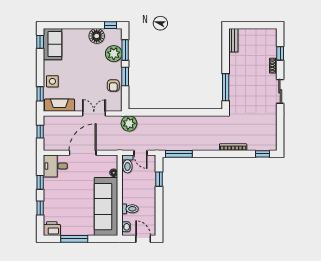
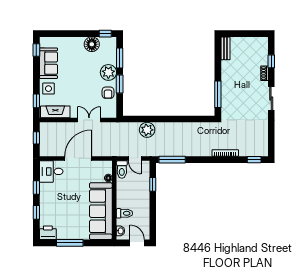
sofa: (52, 44) -> (48, 63), moved
plant: (114, 54) -> (108, 72), moved
plant: (129, 123) -> (147, 130), moved

